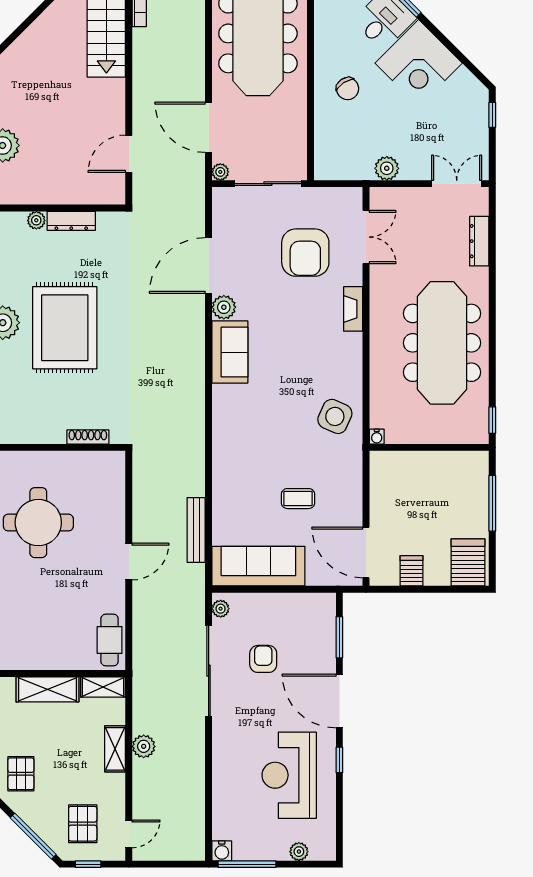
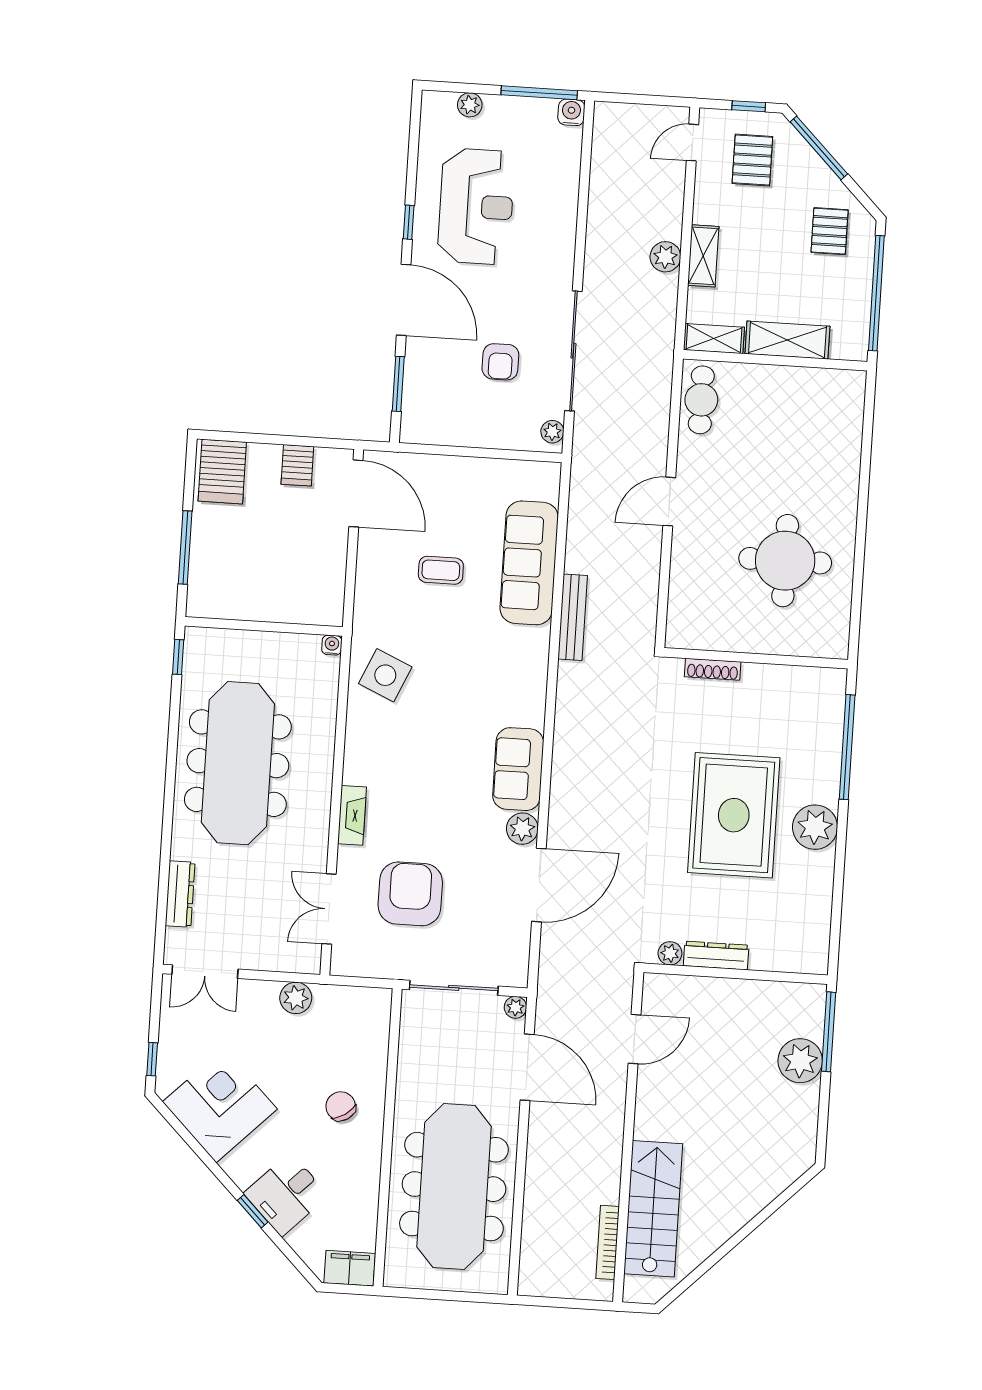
corner desk: (419, 63) -> (220, 1105), moved
plant: (36, 220) -> (670, 953), moved
bench: (196, 530) -> (573, 617), moved
sofa: (258, 566) -> (529, 563), moved, turned 90

